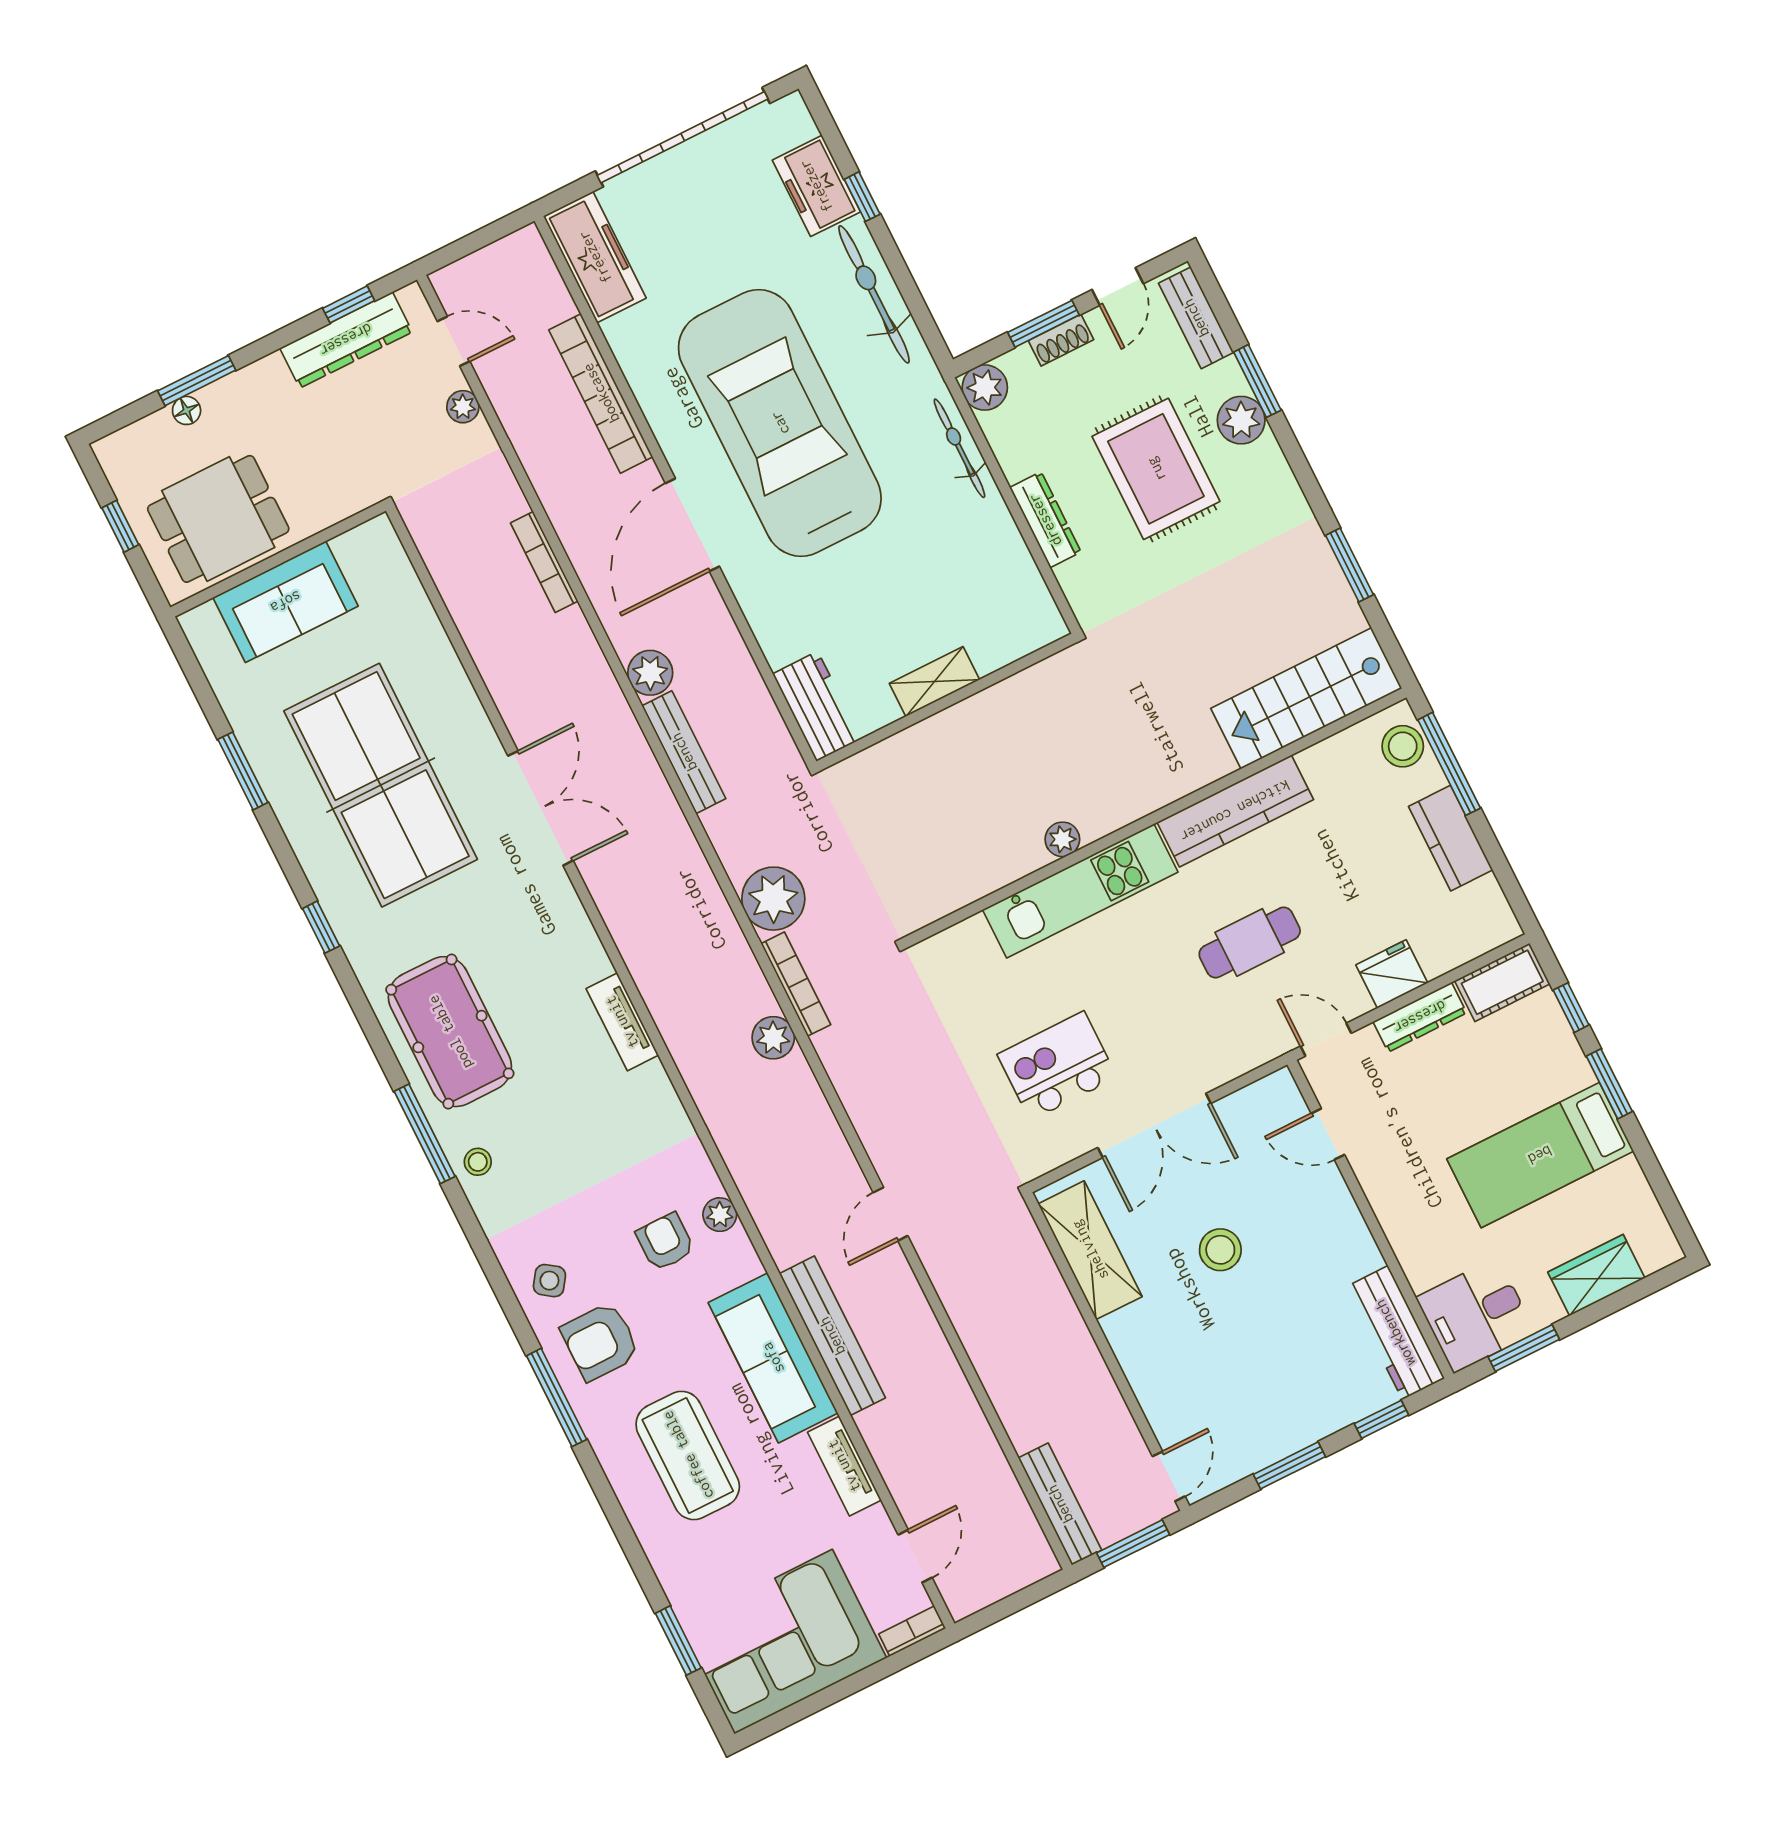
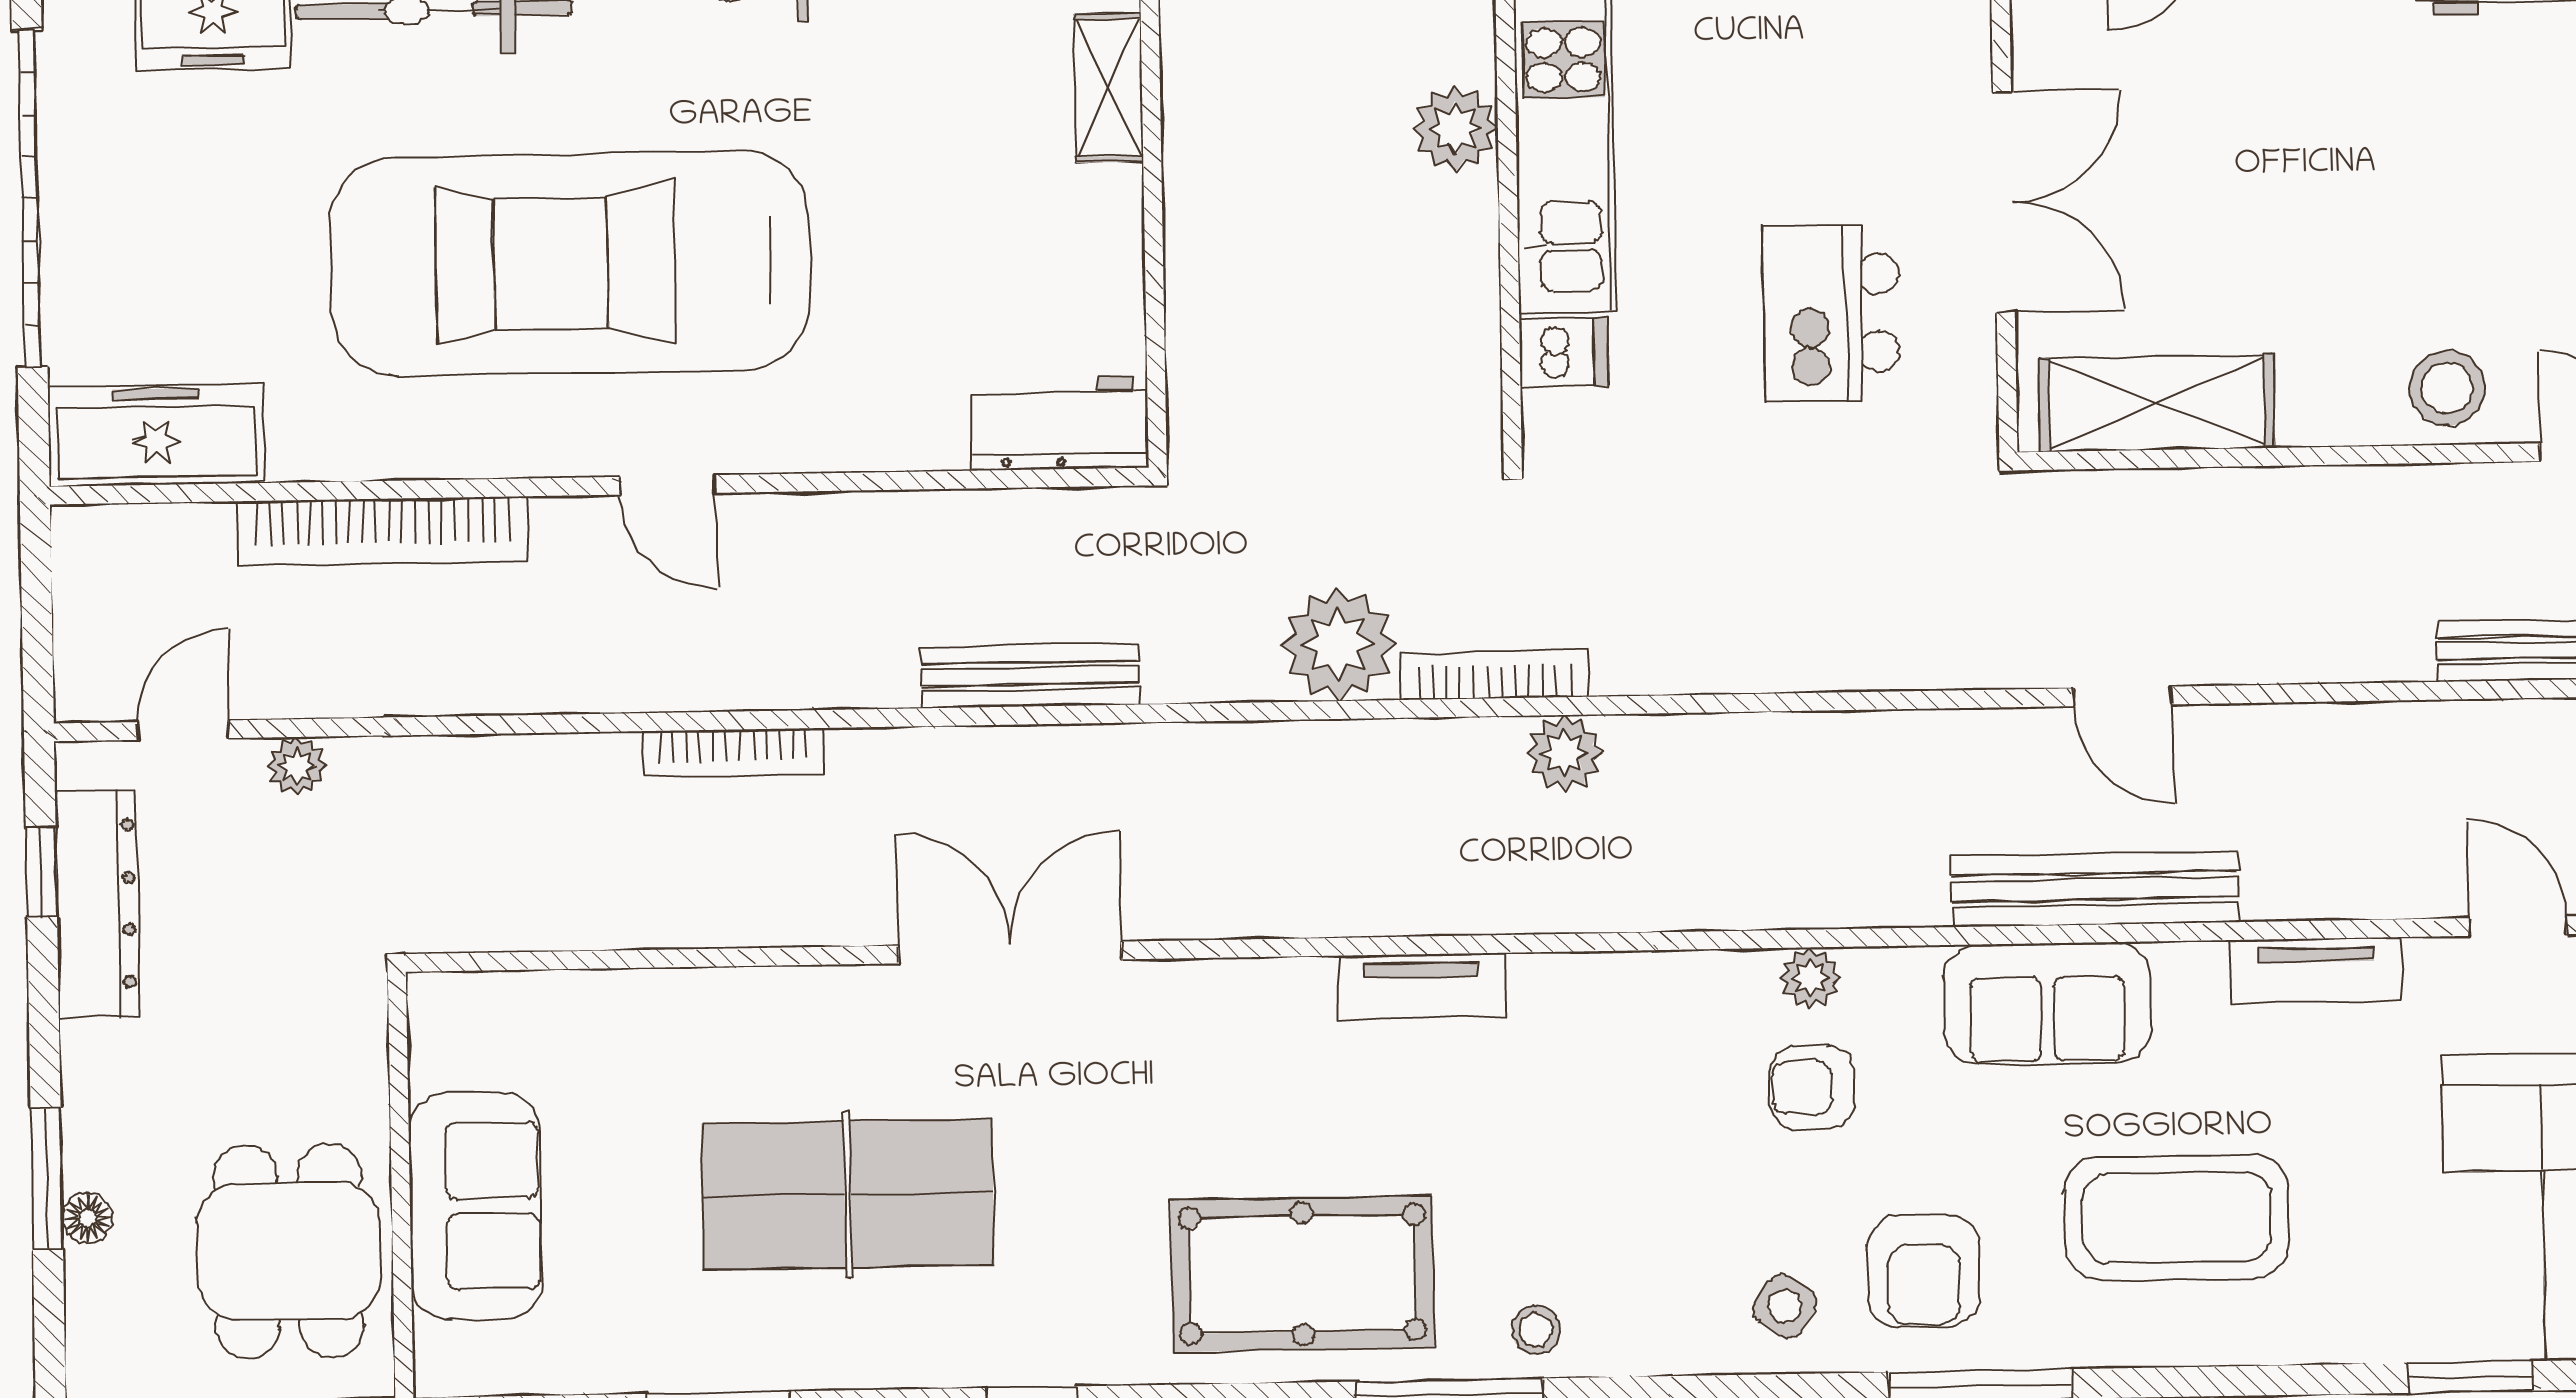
door: (692, 525) -> (668, 485), width x0.53
bookcase: (544, 562) -> (733, 753), moved
plant: (650, 673) -> (875, 669), removed
shelving: (934, 682) -> (1109, 88), moved
table tennis table: (381, 785) -> (848, 1194), width x0.73, depth x0.76
plant: (1062, 839) -> (1455, 128), width x1.38, depth x1.38
dishwasher: (973, 942) -> (1564, 353), added
door: (891, 1214) -> (2123, 696), moved
stool: (1220, 1250) -> (2447, 388), moved
sofa: (773, 1358) -> (2047, 1003), width x0.73

